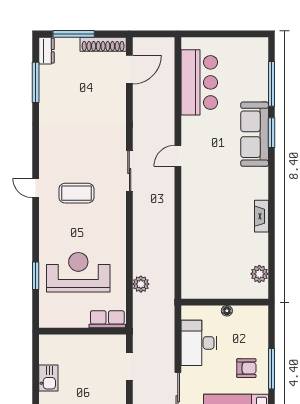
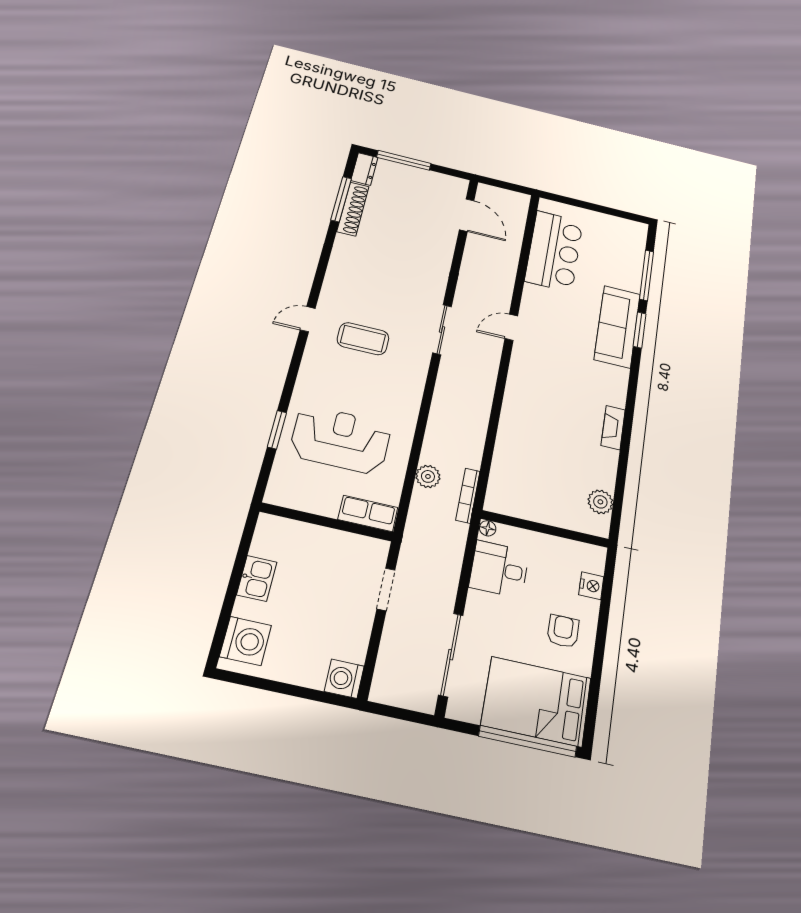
shoe rack: (103, 44) -> (353, 209), moved, turned -90
door: (129, 70) -> (467, 215), hinge flipped
door: (36, 188) -> (308, 319), hinge flipped
bookcase: (170, 291) -> (468, 496), added
floor lamp: (227, 311) -> (488, 528), moved
nightstand: (261, 334) -> (591, 586), added
desk: (199, 343) -> (499, 569), width x0.73
armchair: (246, 368) -> (563, 631), turned -90
window: (272, 369) -> (601, 640), removed

